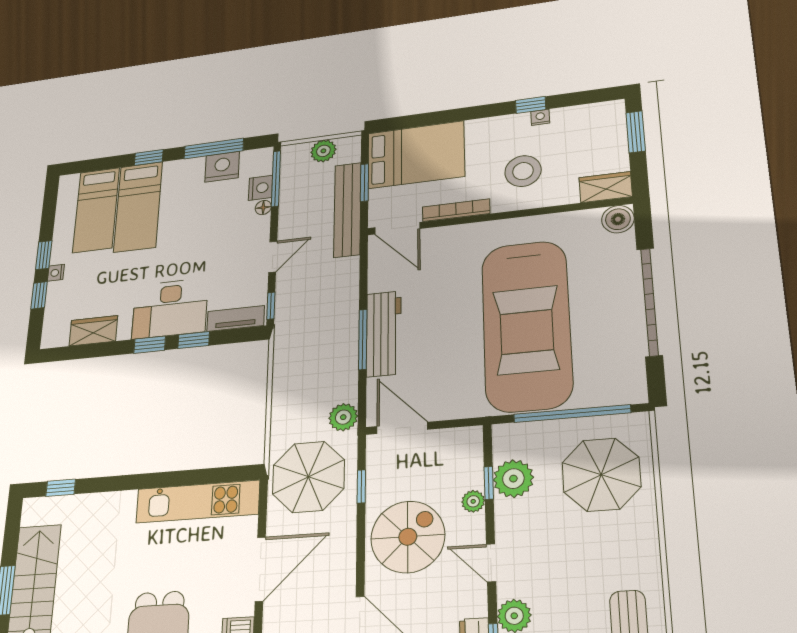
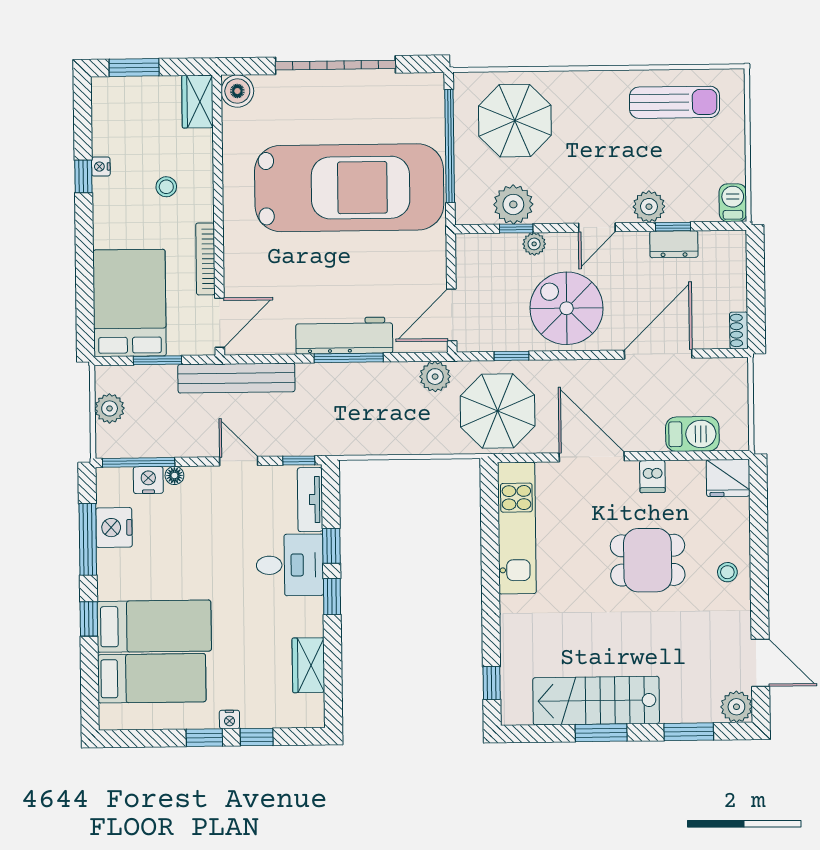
stool: (523, 171) -> (166, 187), width x0.53, depth x0.53
bench: (347, 210) -> (236, 378), moved
desk: (170, 308) -> (290, 565), width x0.73

